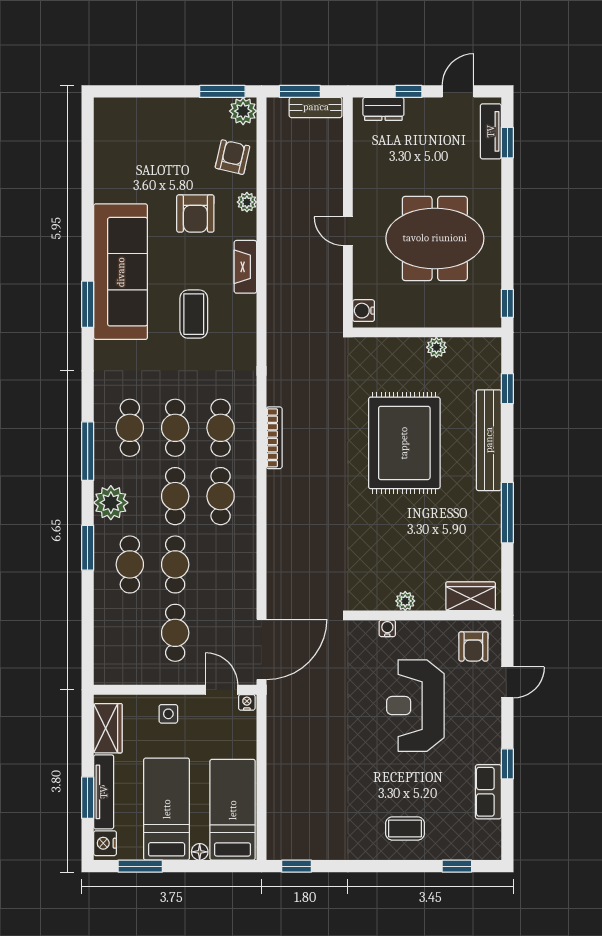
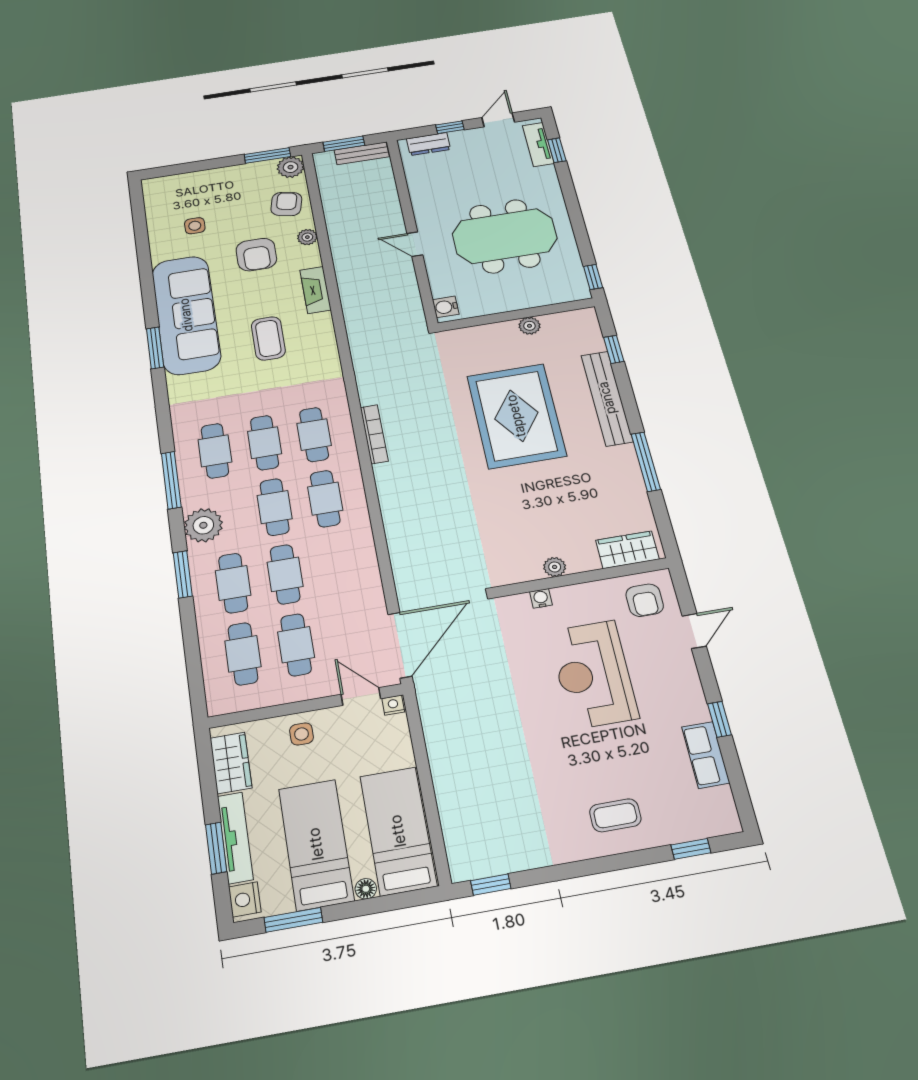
side table: (140, 166) -> (195, 226), added
cafe table: (130, 633) -> (243, 654), added

